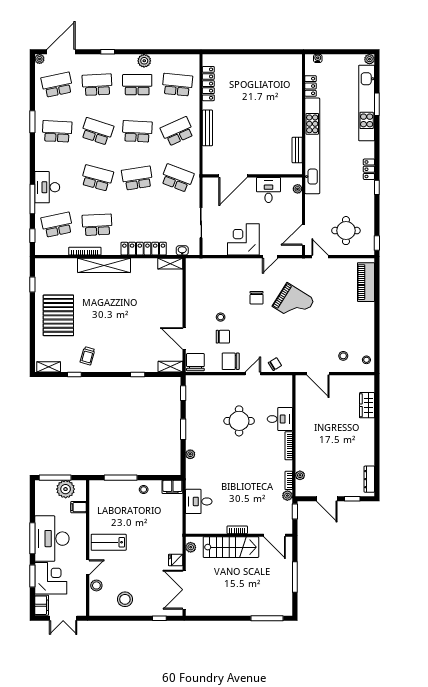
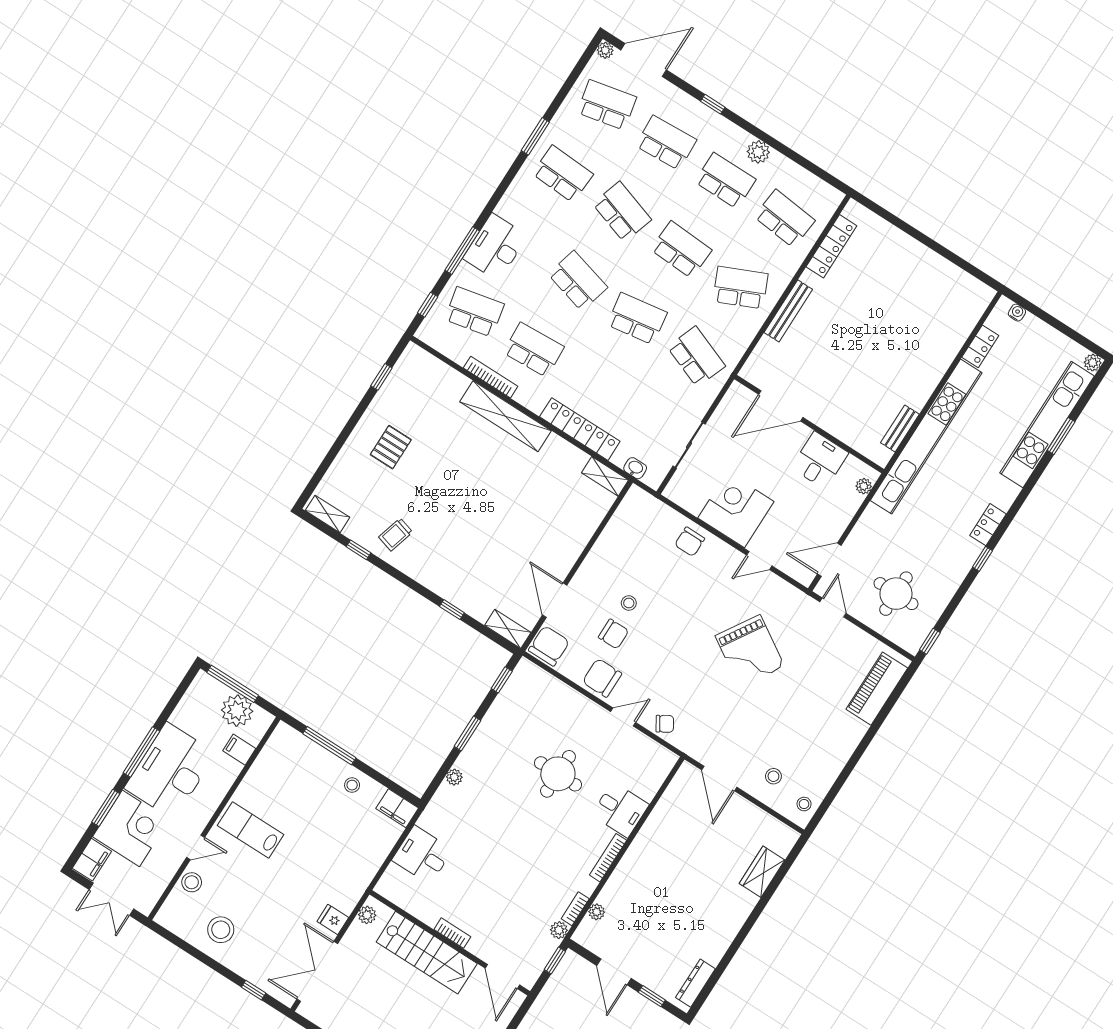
chair: (257, 298) -> (690, 542), moved
pallet: (58, 315) -> (391, 447), width x0.49, depth x0.50

